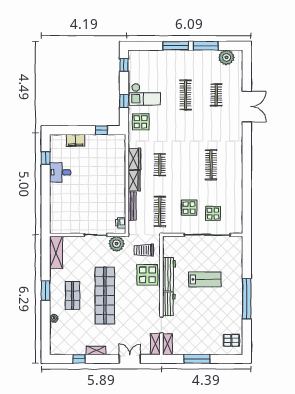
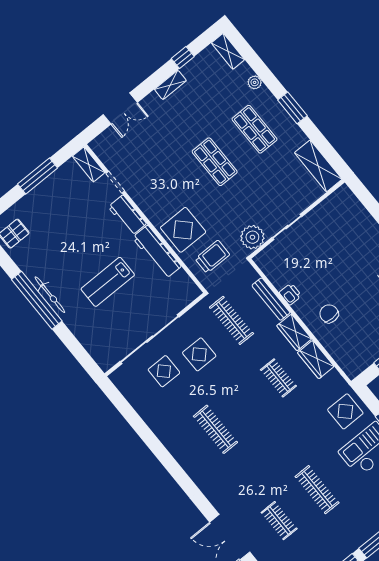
chair: (110, 176) -> (329, 314), added
printer: (121, 223) -> (290, 294), moved
shop shelf: (105, 295) -> (215, 162), width x0.50, depth x0.74
bicycle: (238, 296) -> (50, 295), added
shelving: (155, 344) -> (228, 51), moved

